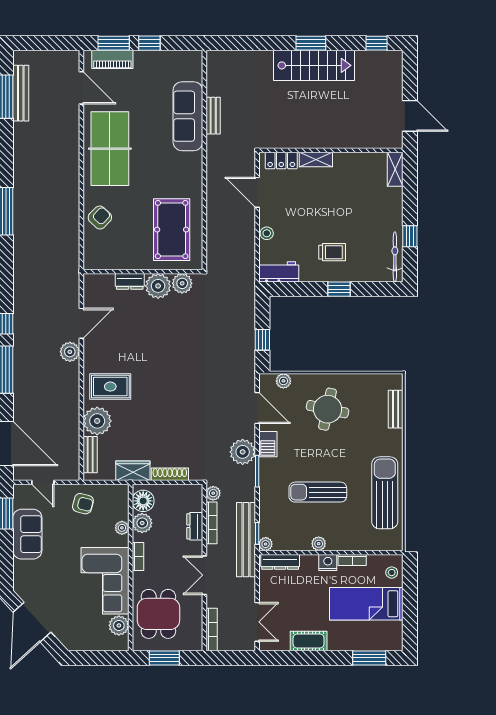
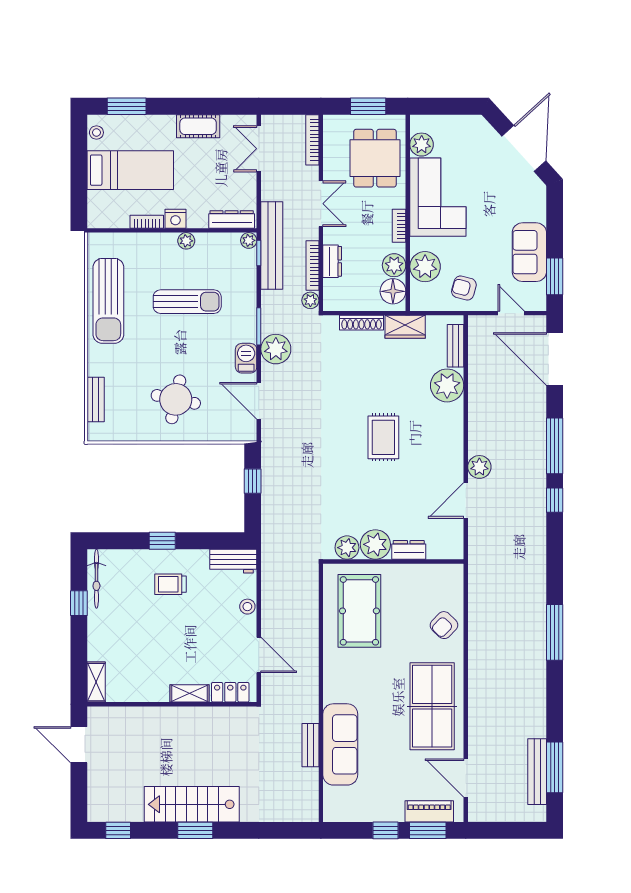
plant: (283, 381) -> (228, 433), removed
rug: (110, 387) -> (383, 437), moved, turned 90
plant: (122, 528) -> (425, 267), width x1.88, depth x1.88
stool: (392, 573) -> (96, 133), moved

